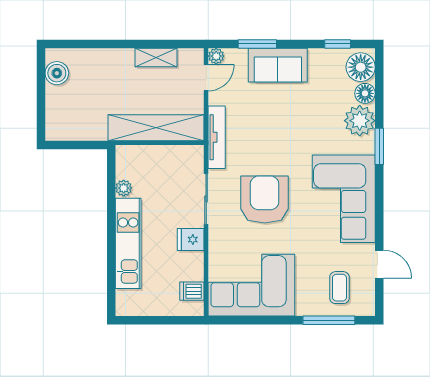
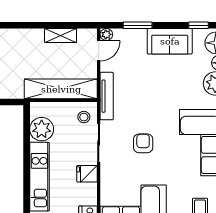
sofa: (278, 65) -> (170, 41), moved
stool: (186, 165) -> (84, 117), added
plant: (124, 188) -> (42, 129), width x1.88, depth x1.88
armchair: (265, 199) -> (143, 143), width x0.53, depth x0.53

